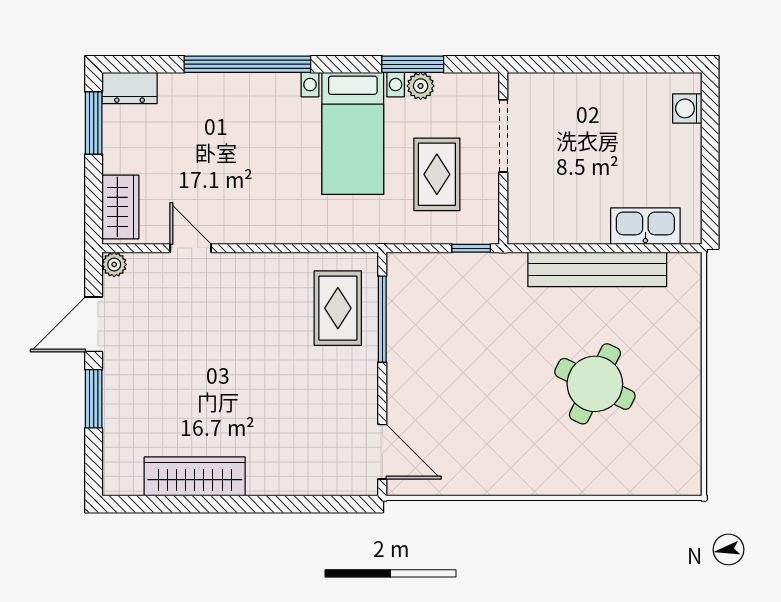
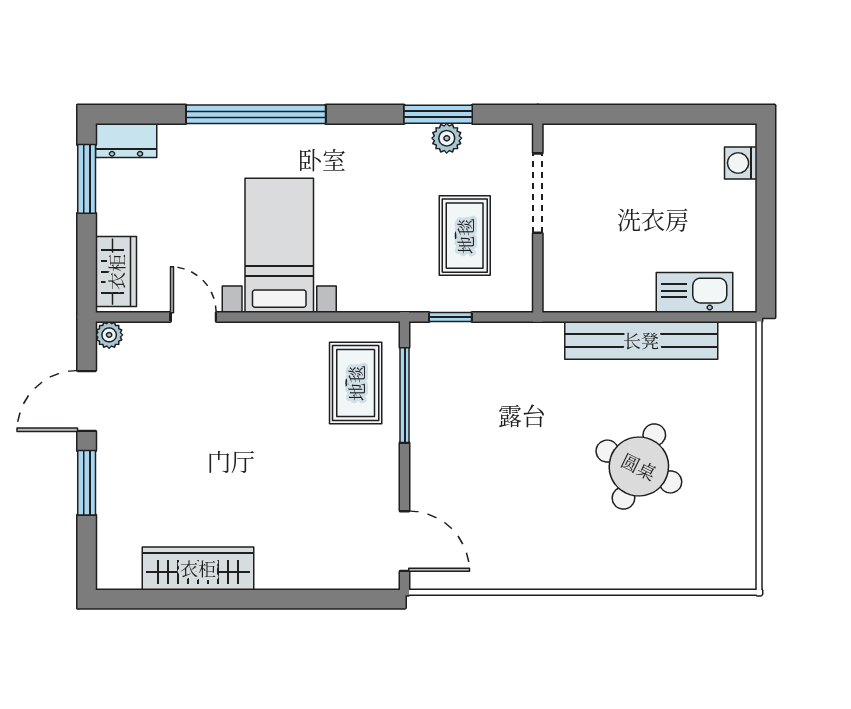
bed with nightstands: (353, 133) -> (279, 245), moved, turned 180
window: (471, 248) -> (450, 317), moved

